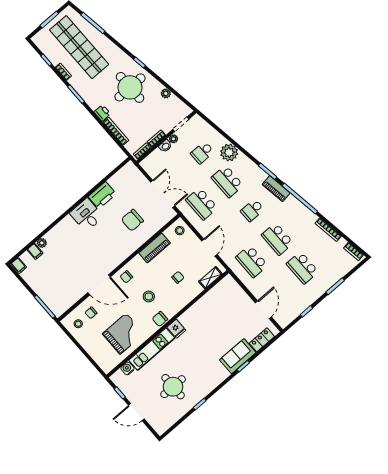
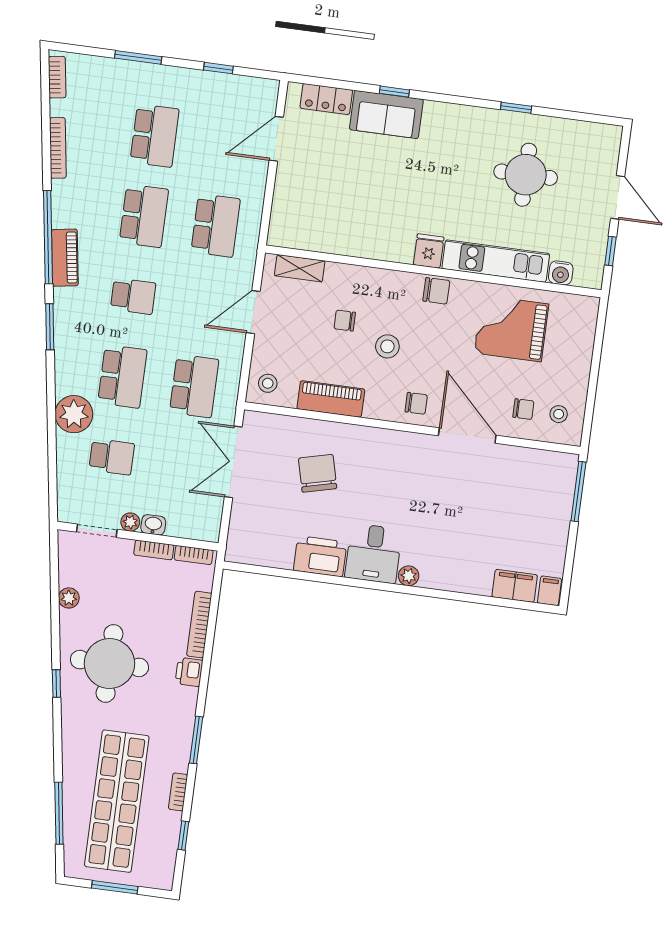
piano: (276, 189) -> (65, 258), moved
chair: (132, 220) -> (318, 473), turned -104
plant: (42, 243) -> (409, 576), moved
filing cabinet: (35, 251) -> (515, 586), width x2.00
stool: (149, 296) -> (387, 346), moved

